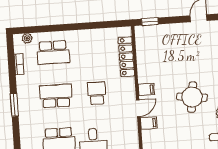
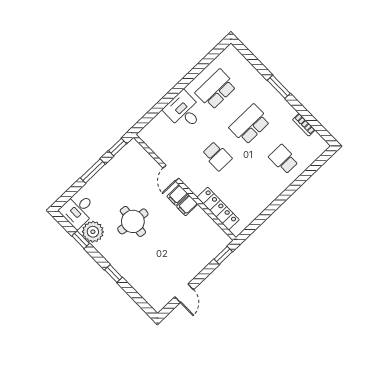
plant: (27, 38) -> (316, 153), removed
school desk: (53, 52) -> (284, 159), width x0.54
school desk: (56, 96) -> (250, 124), turned 180
filing cabinet: (149, 123) -> (187, 205), moved

